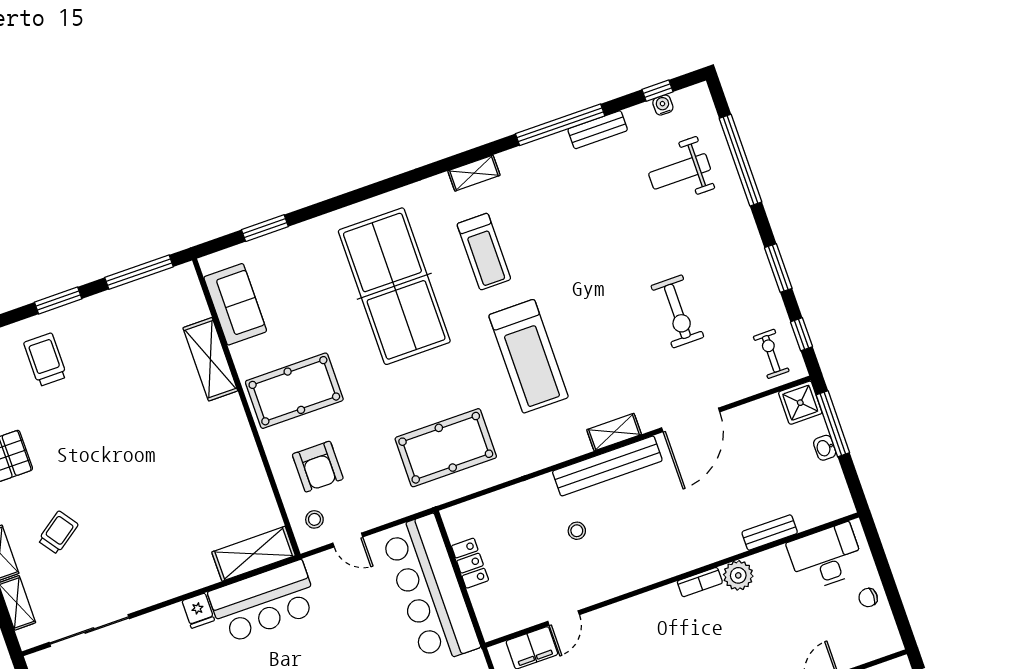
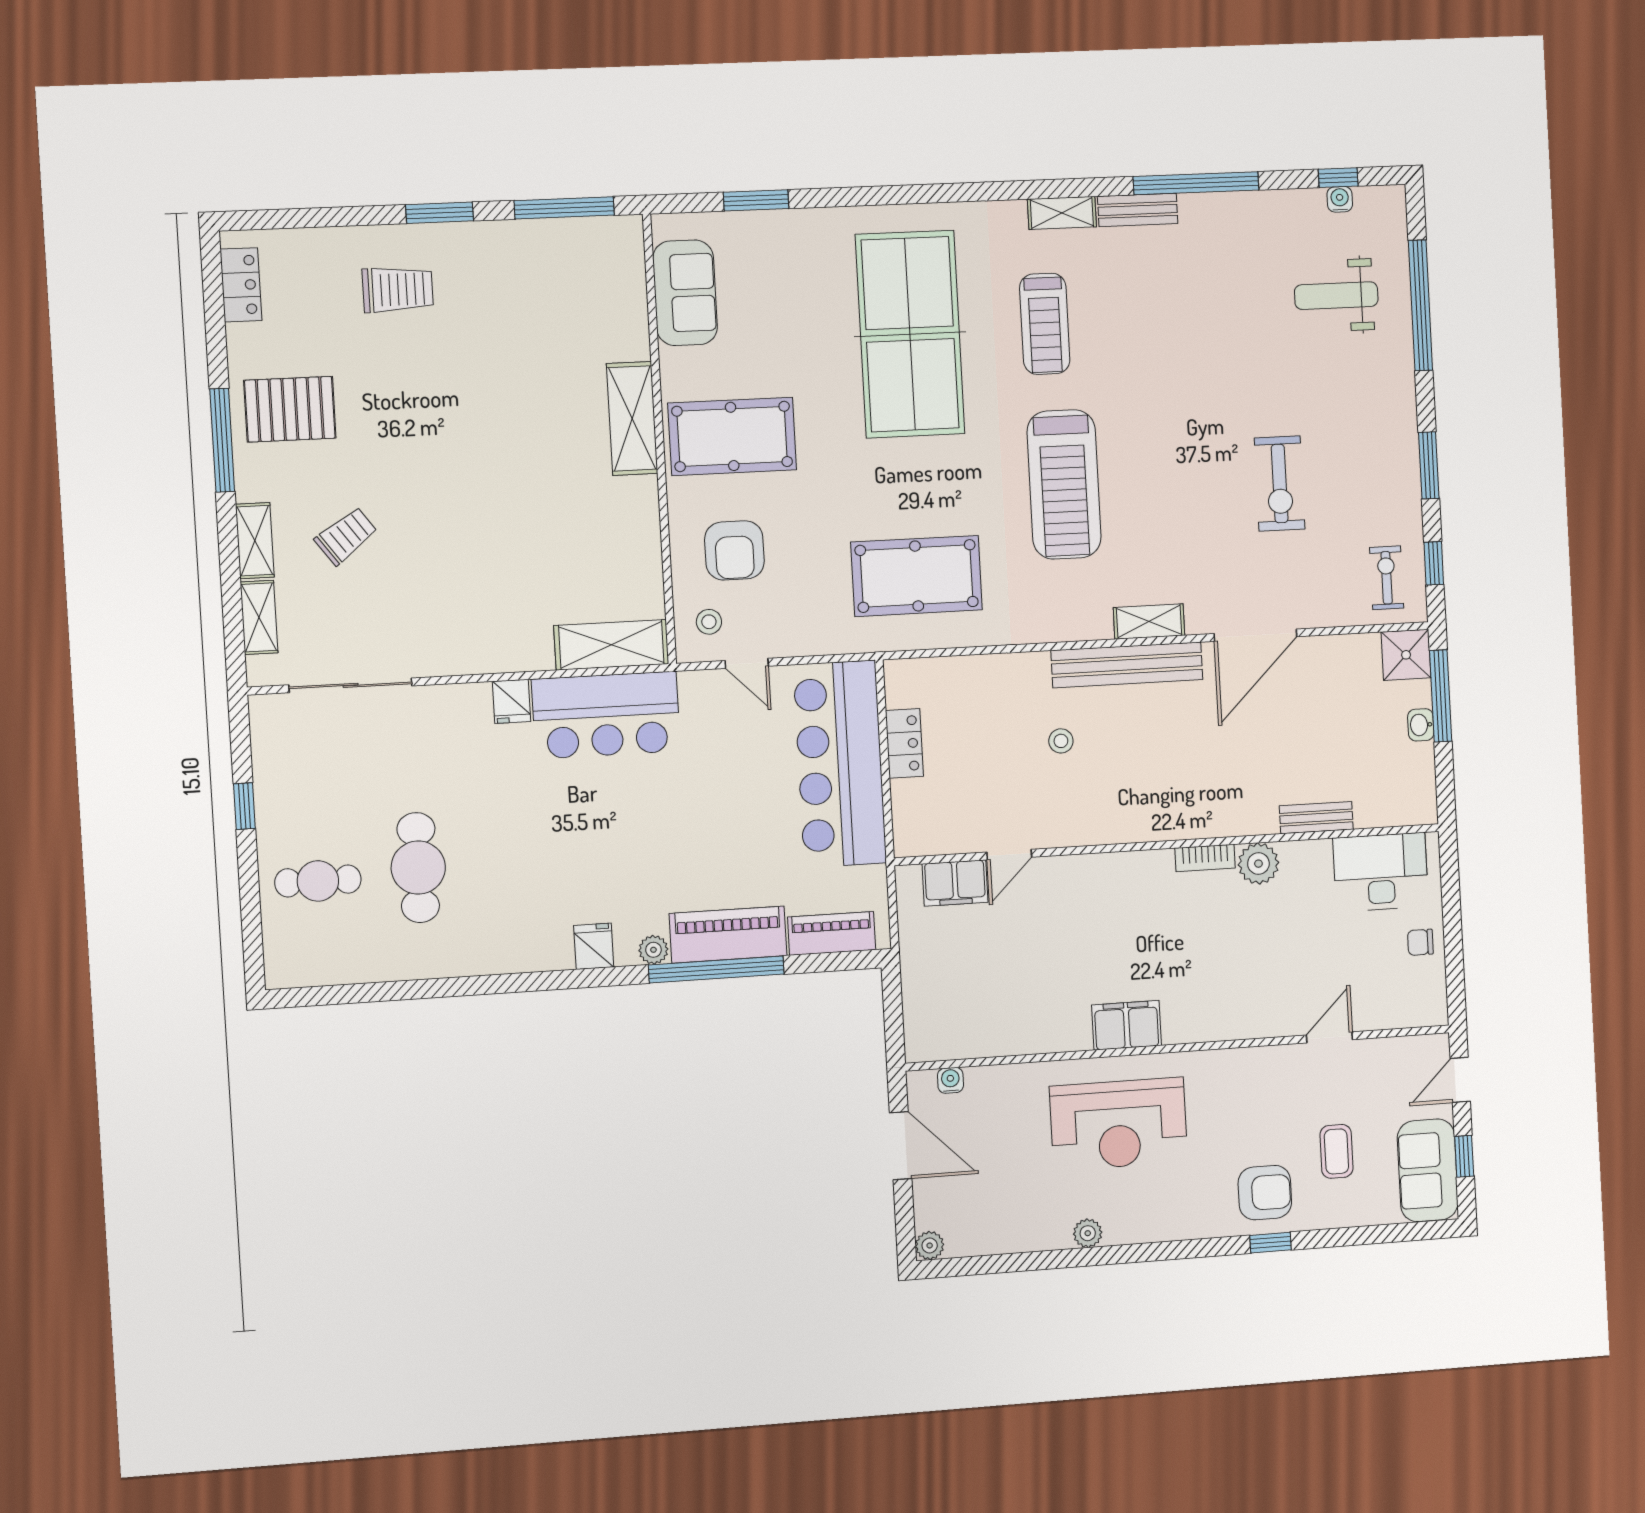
bench: (598, 130) -> (1138, 210), moved
shelving: (210, 359) -> (632, 418), moved
trolley: (45, 360) -> (398, 290), turned 90

